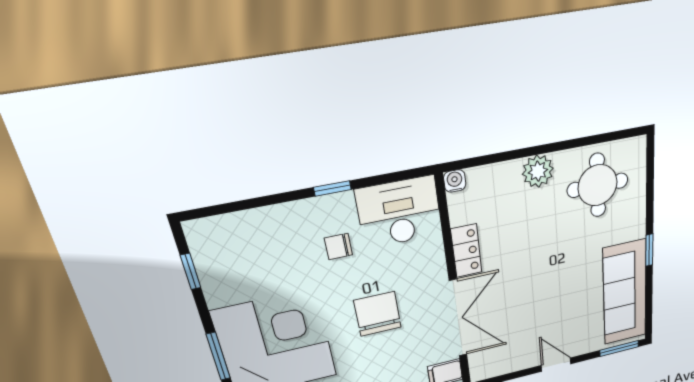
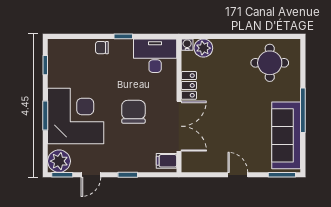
plant: (538, 171) -> (203, 48), moved
chair: (338, 246) -> (102, 48), moved
window: (649, 250) -> (303, 110), width x2.17

